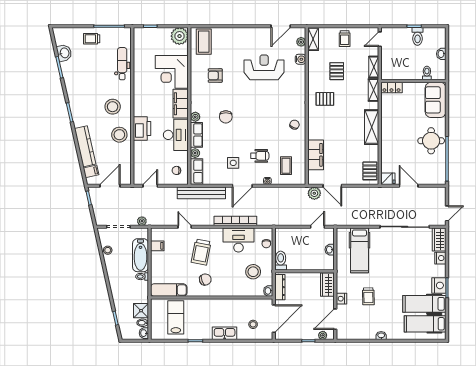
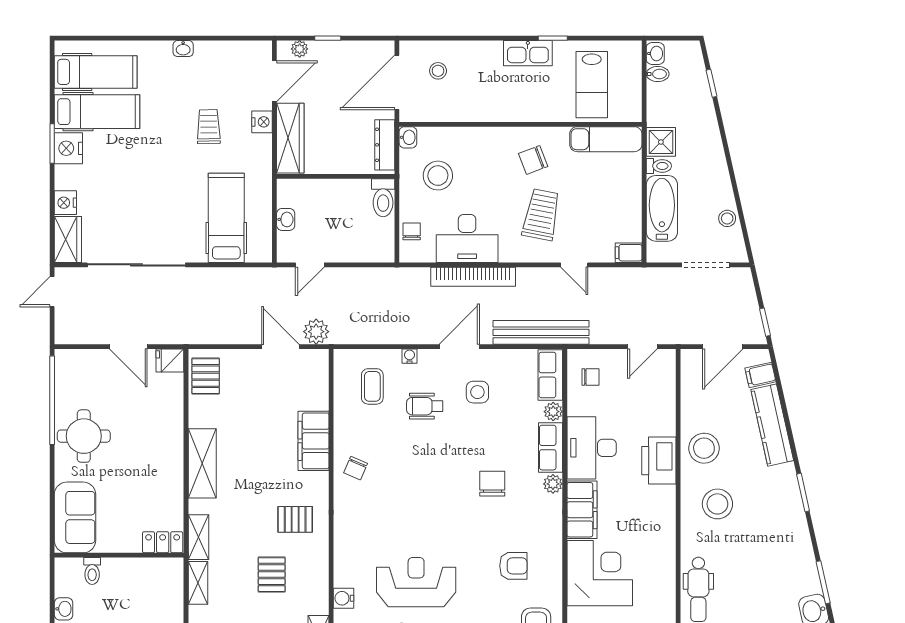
reception desk: (264, 67) -> (416, 582), turned 180
filing cabinet: (316, 155) -> (313, 441), moved
plant: (142, 221) -> (659, 276), removed
filing cabinet: (157, 246) -> (629, 253), moved
wardrobe: (327, 285) -> (290, 138), width x1.50
shower: (141, 311) -> (661, 142), moved
kitchen sink: (225, 333) -> (528, 53), moved

